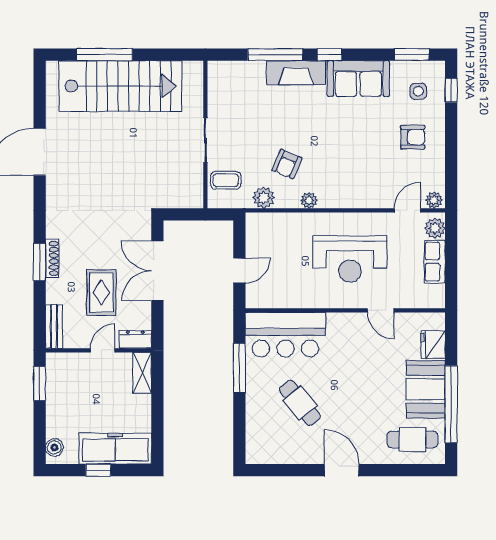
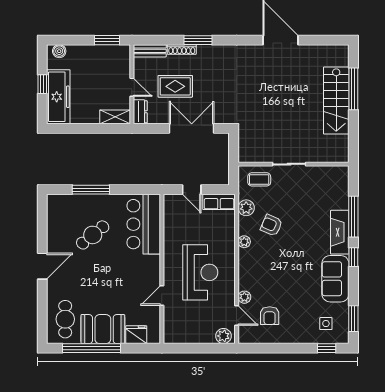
stairs: (120, 86) -> (336, 101), width x0.73, depth x0.66
armchair: (413, 137) -> (270, 316), moved
coffee table: (226, 180) -> (259, 179), turned 90
plant: (434, 200) -> (244, 297), moved
shoe rack: (52, 258) -> (182, 49), moved
reception desk: (350, 259) -> (200, 272), turned 180
row of seats: (435, 262) -> (219, 202), moved, turned 180
window: (239, 368) -> (91, 190), moved

